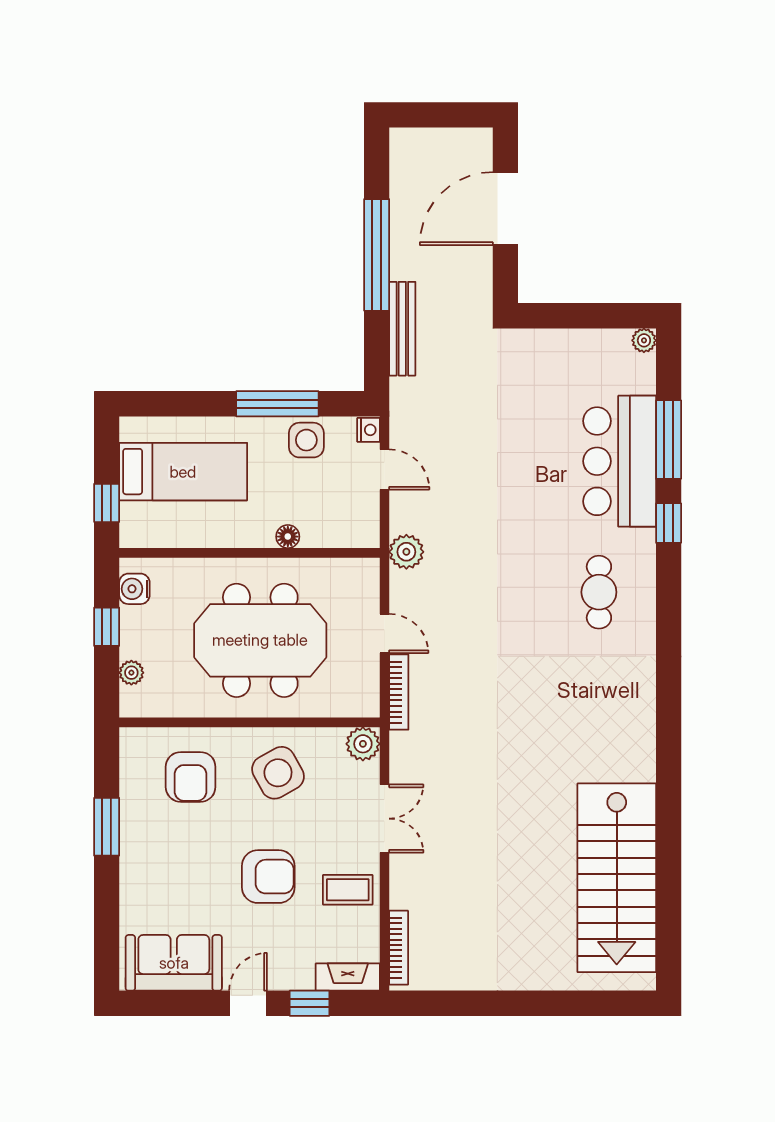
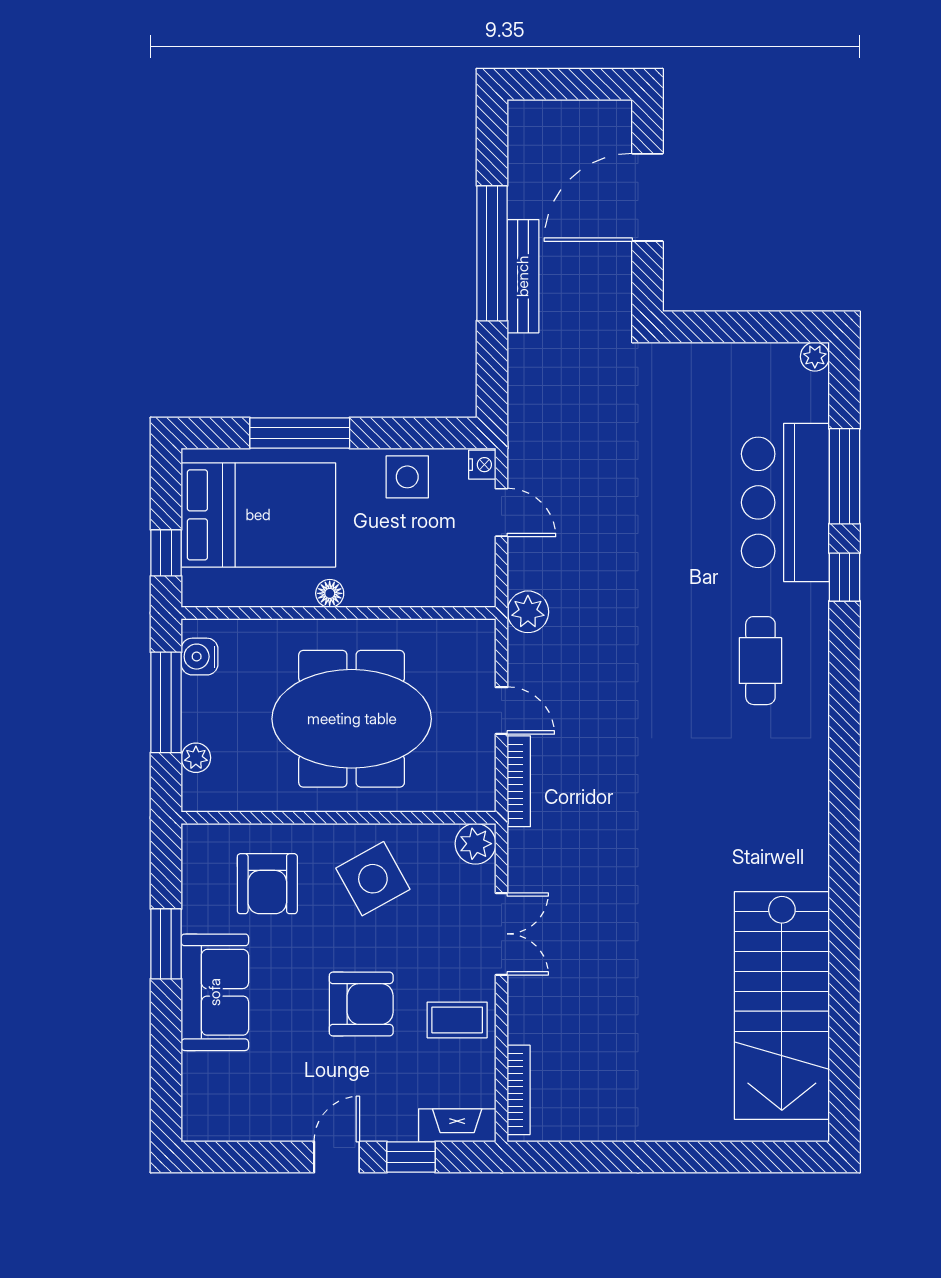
bench: (402, 329) -> (523, 276), moved
window: (277, 404) -> (300, 433), moved
bed: (183, 472) -> (258, 515), width x1.50
floor lamp: (288, 537) -> (330, 593), moved
window: (107, 627) -> (166, 702), width x2.17
sofa: (174, 963) -> (215, 992), moved, turned 90

